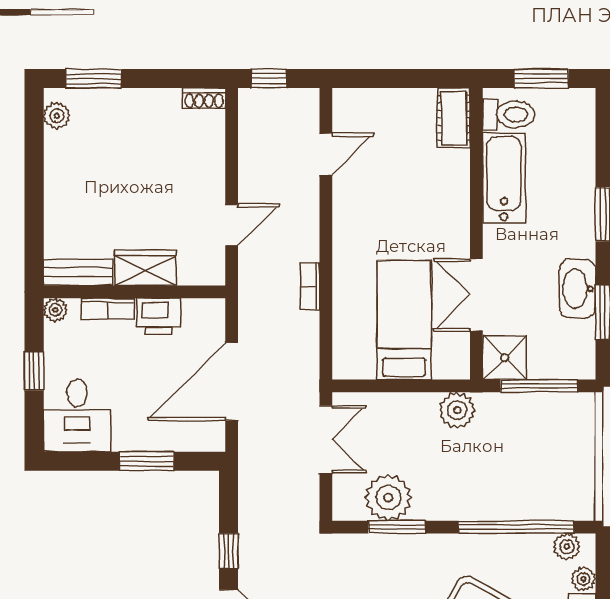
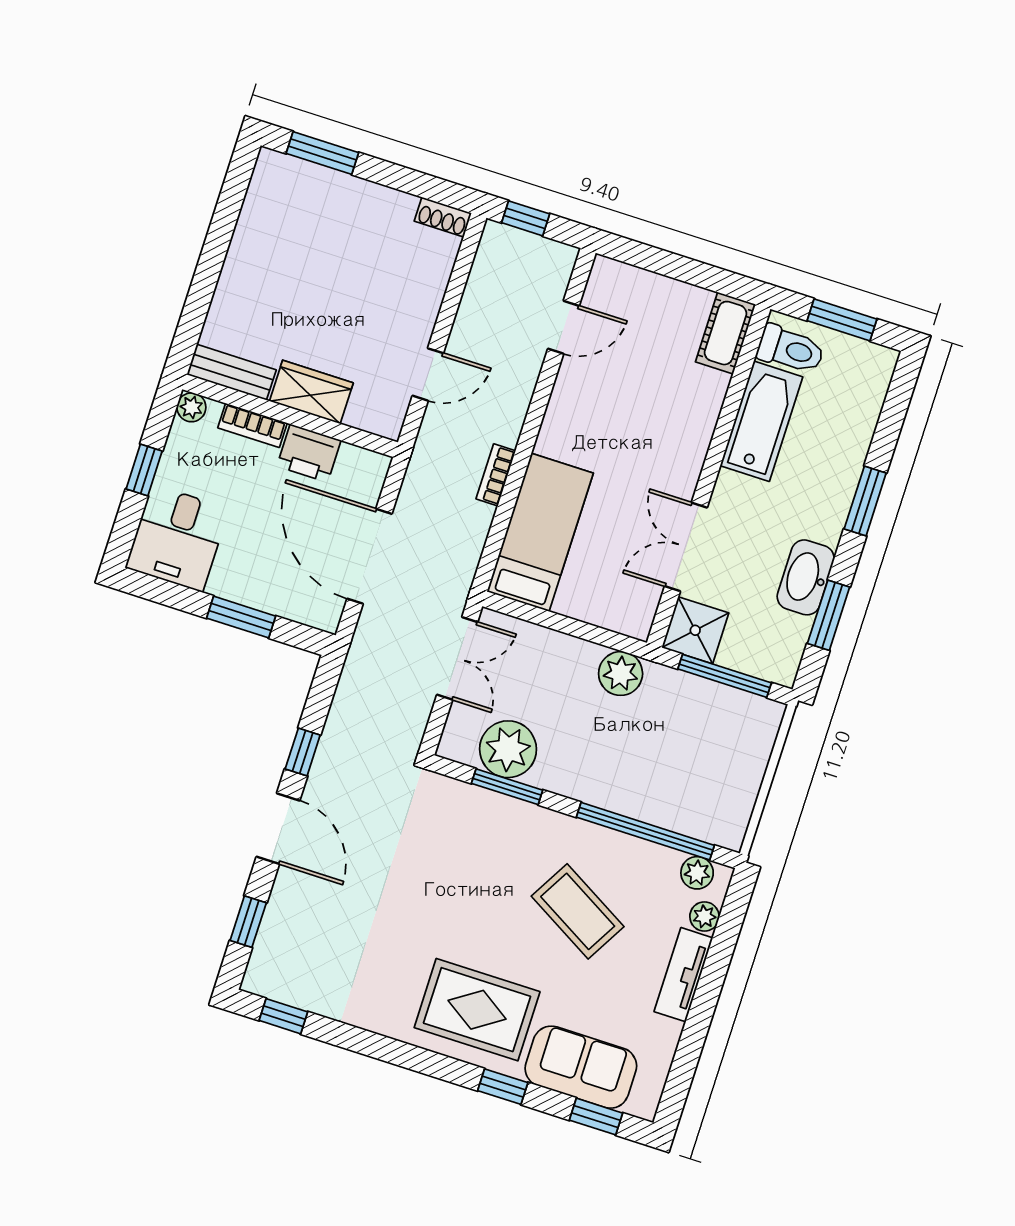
plant: (57, 116) -> (265, 182), removed
bed: (404, 320) -> (540, 532), moved
door: (232, 382) -> (369, 556), hinge flipped

